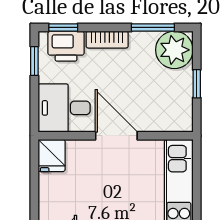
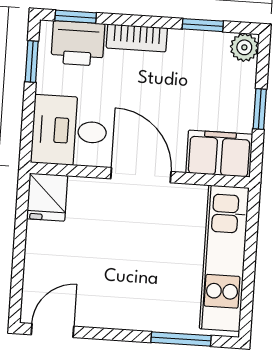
window: (153, 27) -> (203, 25), width x0.67
plant: (174, 50) -> (244, 47), width x0.53, depth x0.53
filing cabinet: (170, 117) -> (219, 154), added

